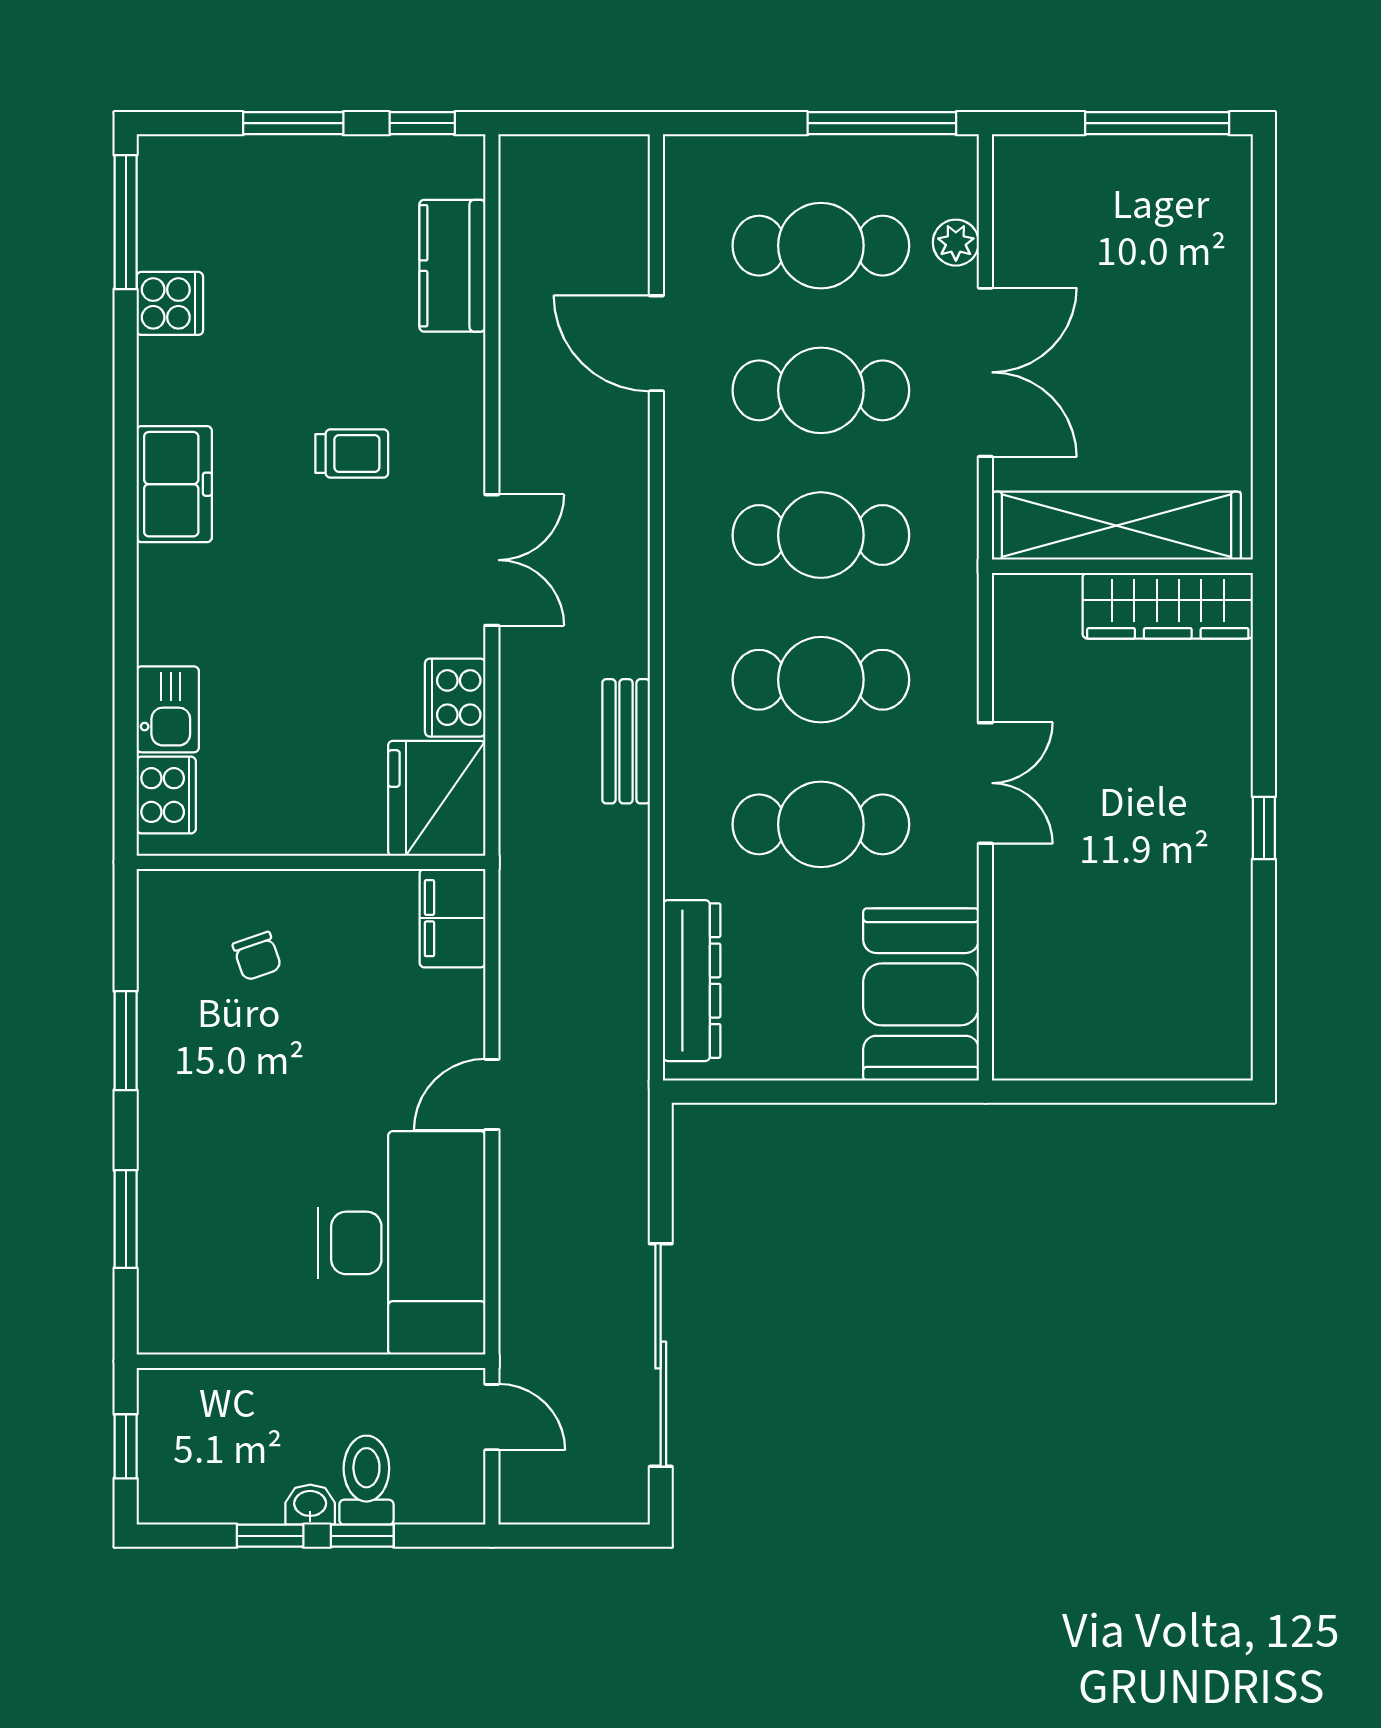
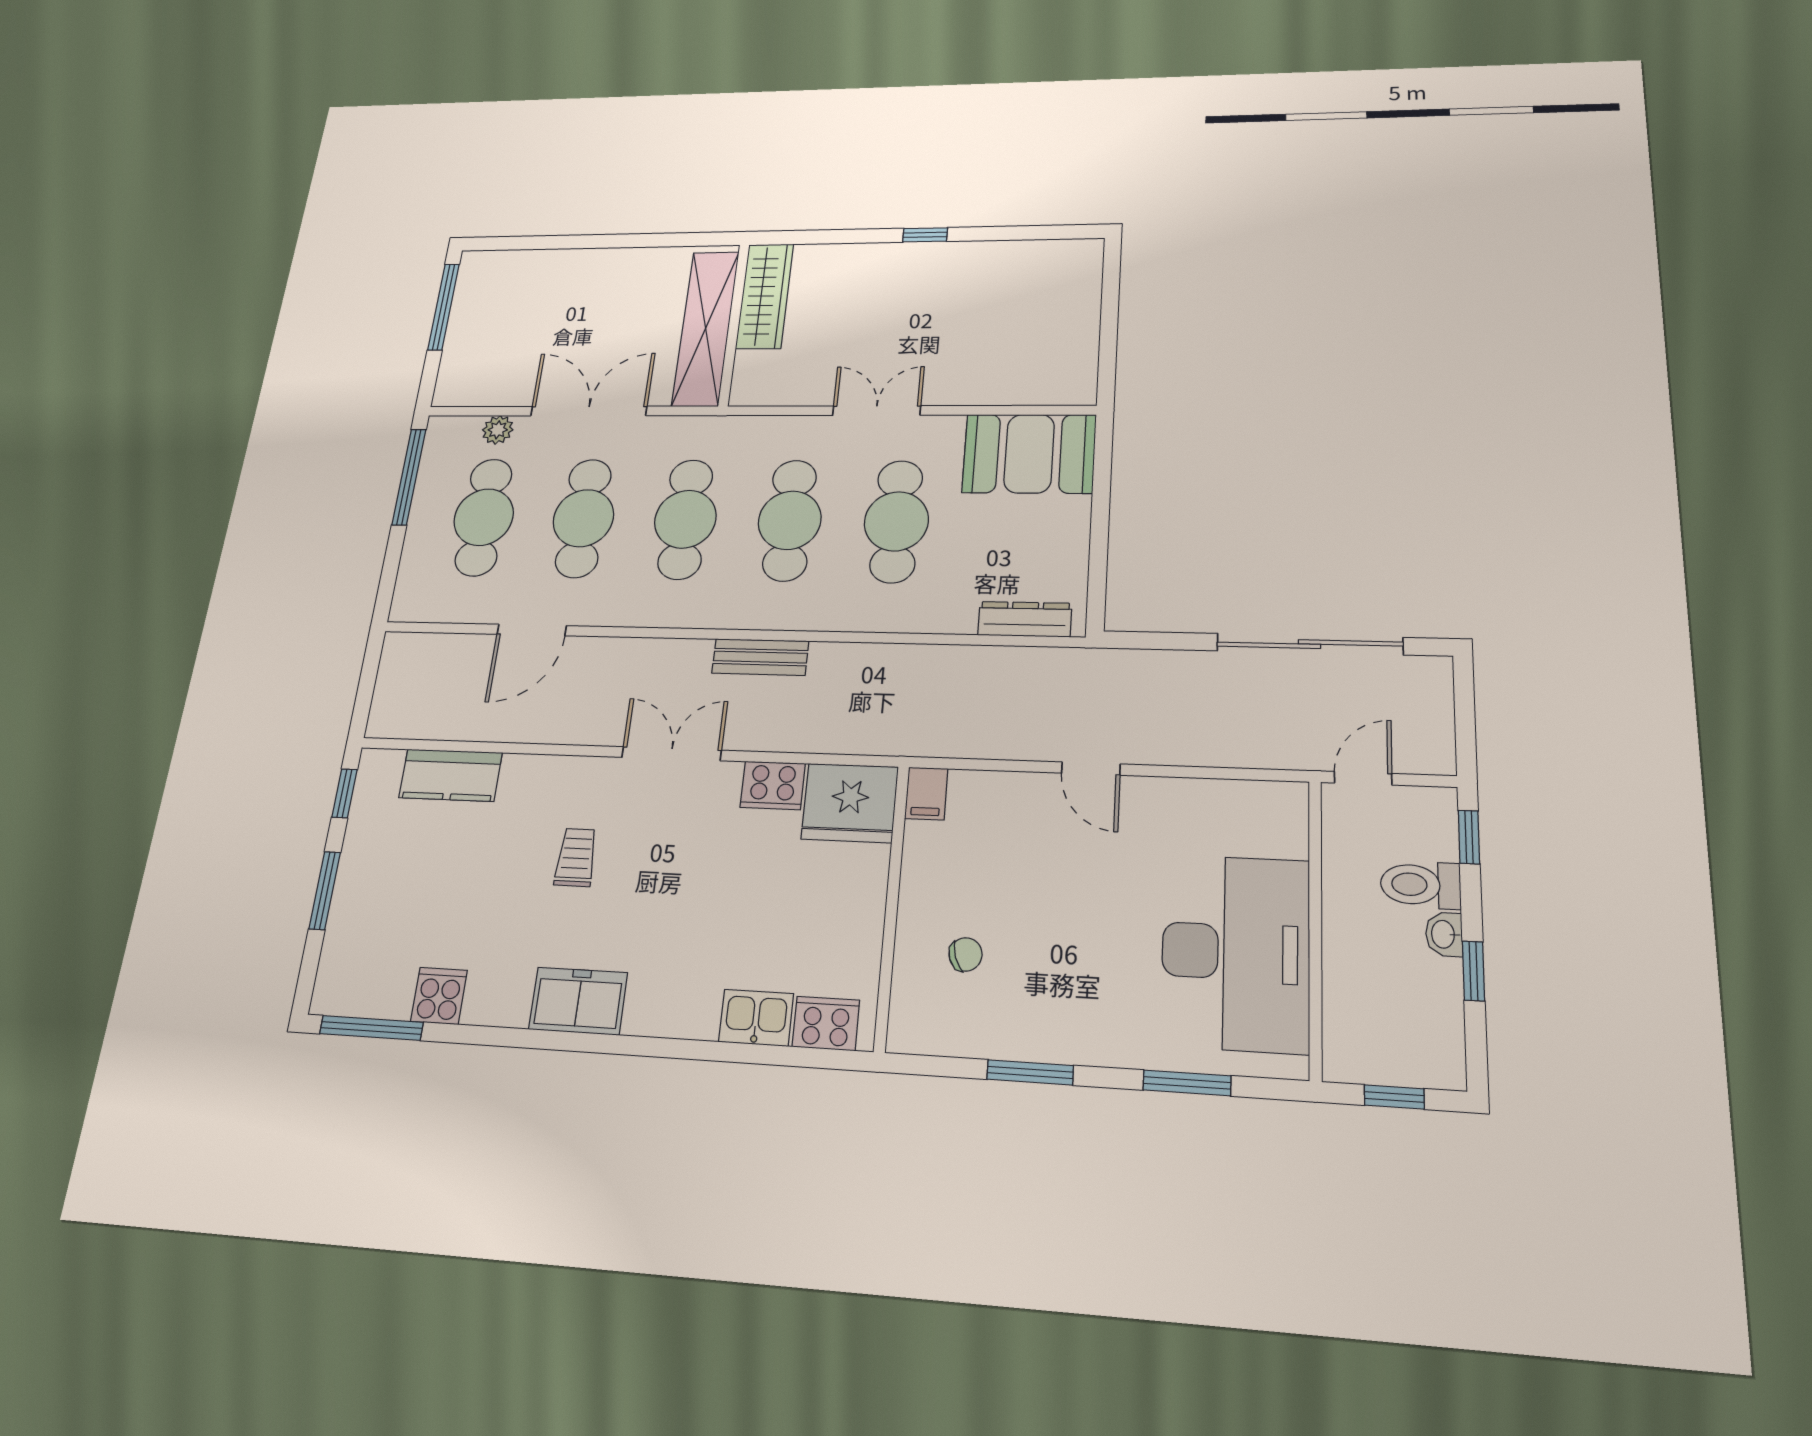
bench: (626, 741) -> (760, 657), moved
filing cabinet: (452, 918) -> (926, 793), width x0.50
dresser: (692, 981) -> (1025, 619), width x0.73, depth x0.80
desk: (402, 1243) -> (1235, 952), moved, turned 90
window: (362, 1536) -> (1469, 837), moved

